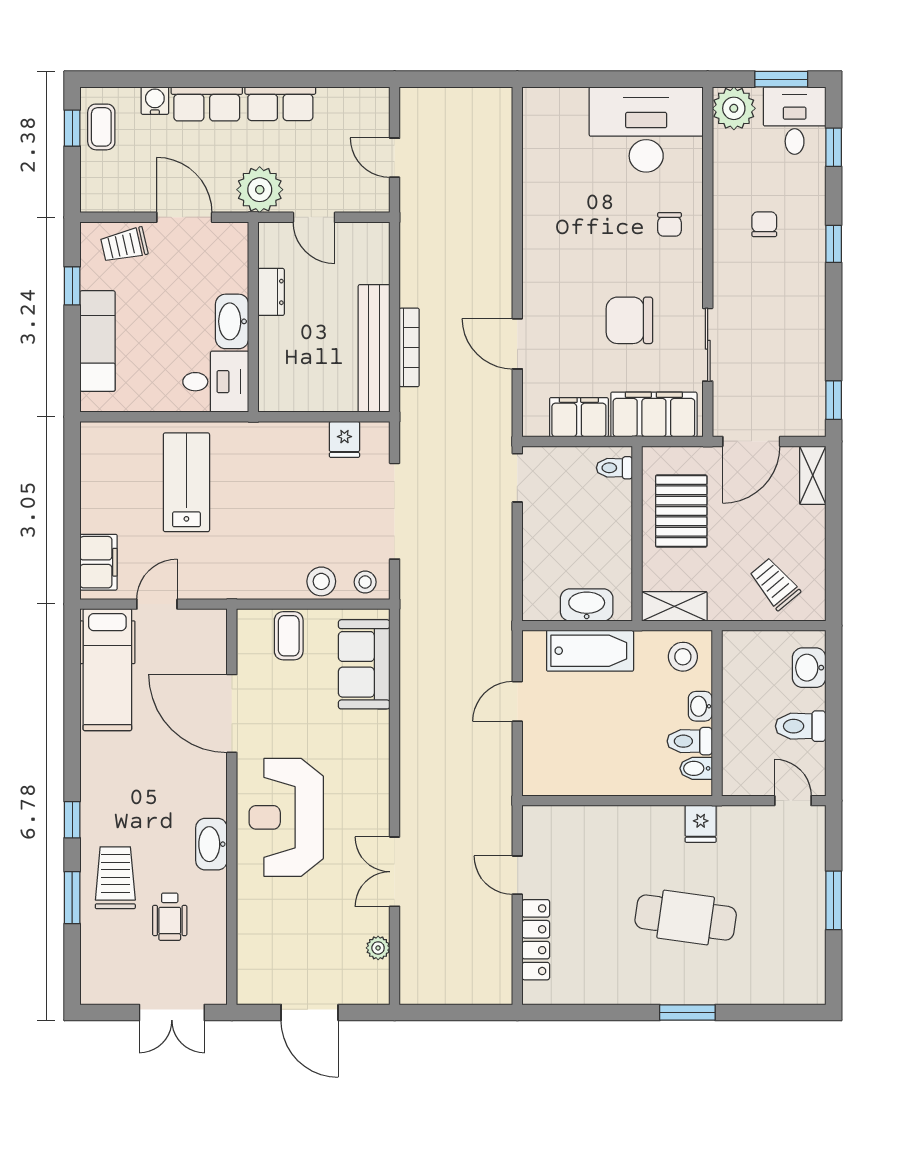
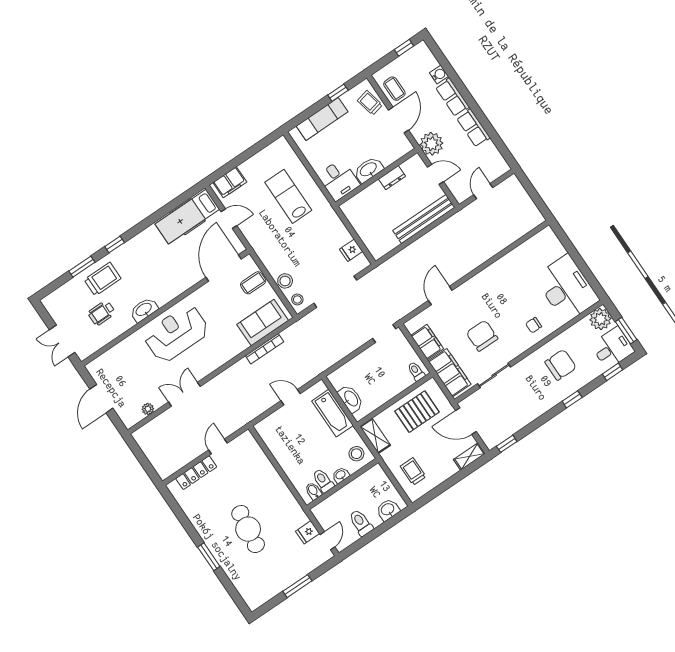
coffee table: (101, 127) -> (394, 89), moved, turned 90
door: (314, 217) -> (435, 174), swing flipped
chair: (764, 224) -> (561, 365), width x1.87, depth x1.87
bookcase: (409, 347) -> (265, 349), moved
bench: (374, 348) -> (424, 219), moved
lab bench: (186, 482) -> (288, 196), turned -90
trolley: (775, 584) -> (413, 471), turned -50
door: (232, 713) -> (224, 268), moved
fridge: (701, 824) -> (308, 532), moved

